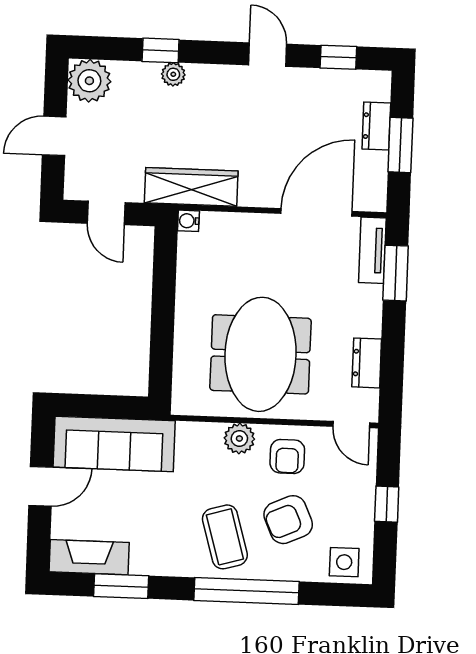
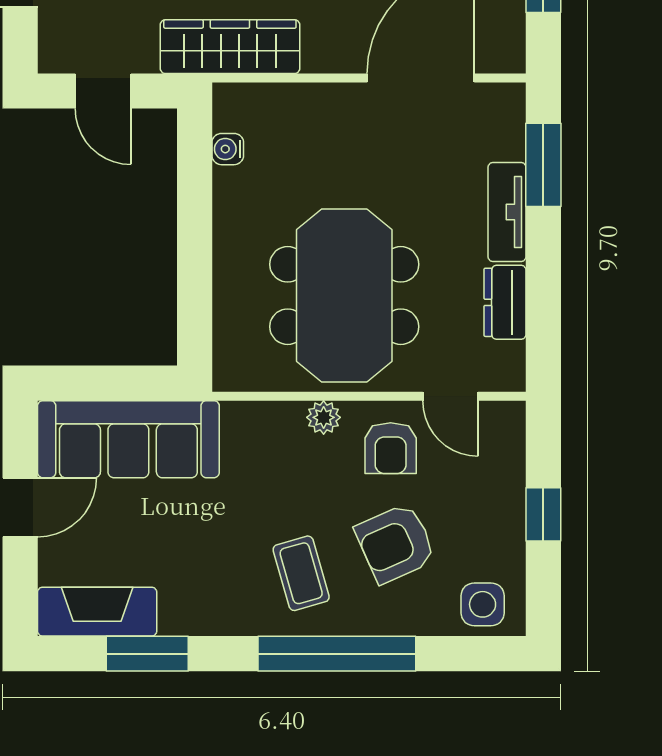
water cooler: (188, 221) -> (228, 149), moved
tv unit: (372, 250) -> (507, 212), moved
door: (351, 425) -> (450, 396), moved
plant: (239, 439) -> (324, 417), width x0.73, depth x0.73
coffee table: (225, 537) -> (301, 573), width x0.73, depth x0.77

